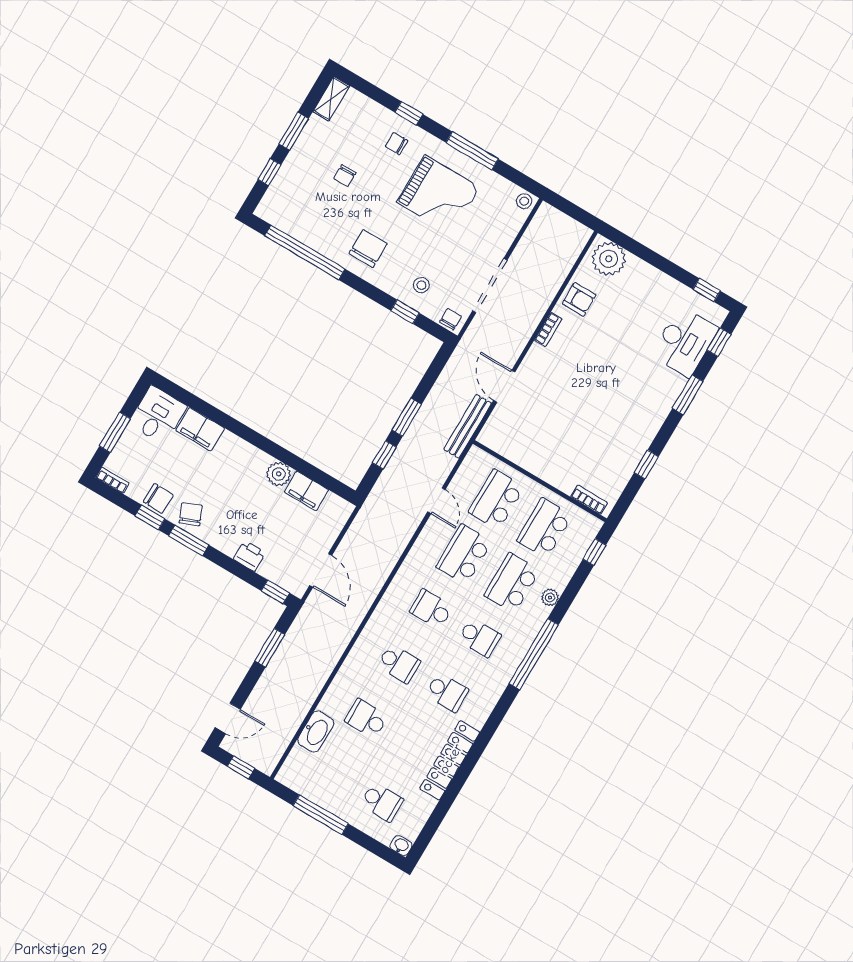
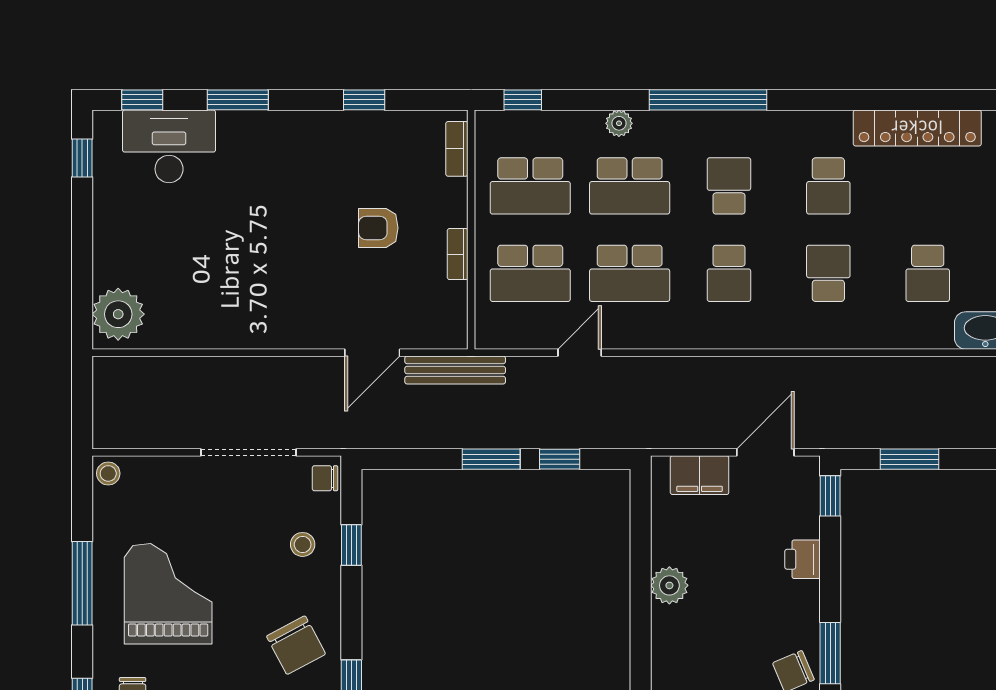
chair: (368, 249) -> (296, 645), turned -118
armchair: (579, 299) -> (378, 228), moved, turned -90
bookcase: (548, 329) -> (458, 254), moved, turned -90
filing cabinet: (306, 491) -> (700, 475), moved, turned 90
school desk: (447, 692) -> (828, 186), turned 180

